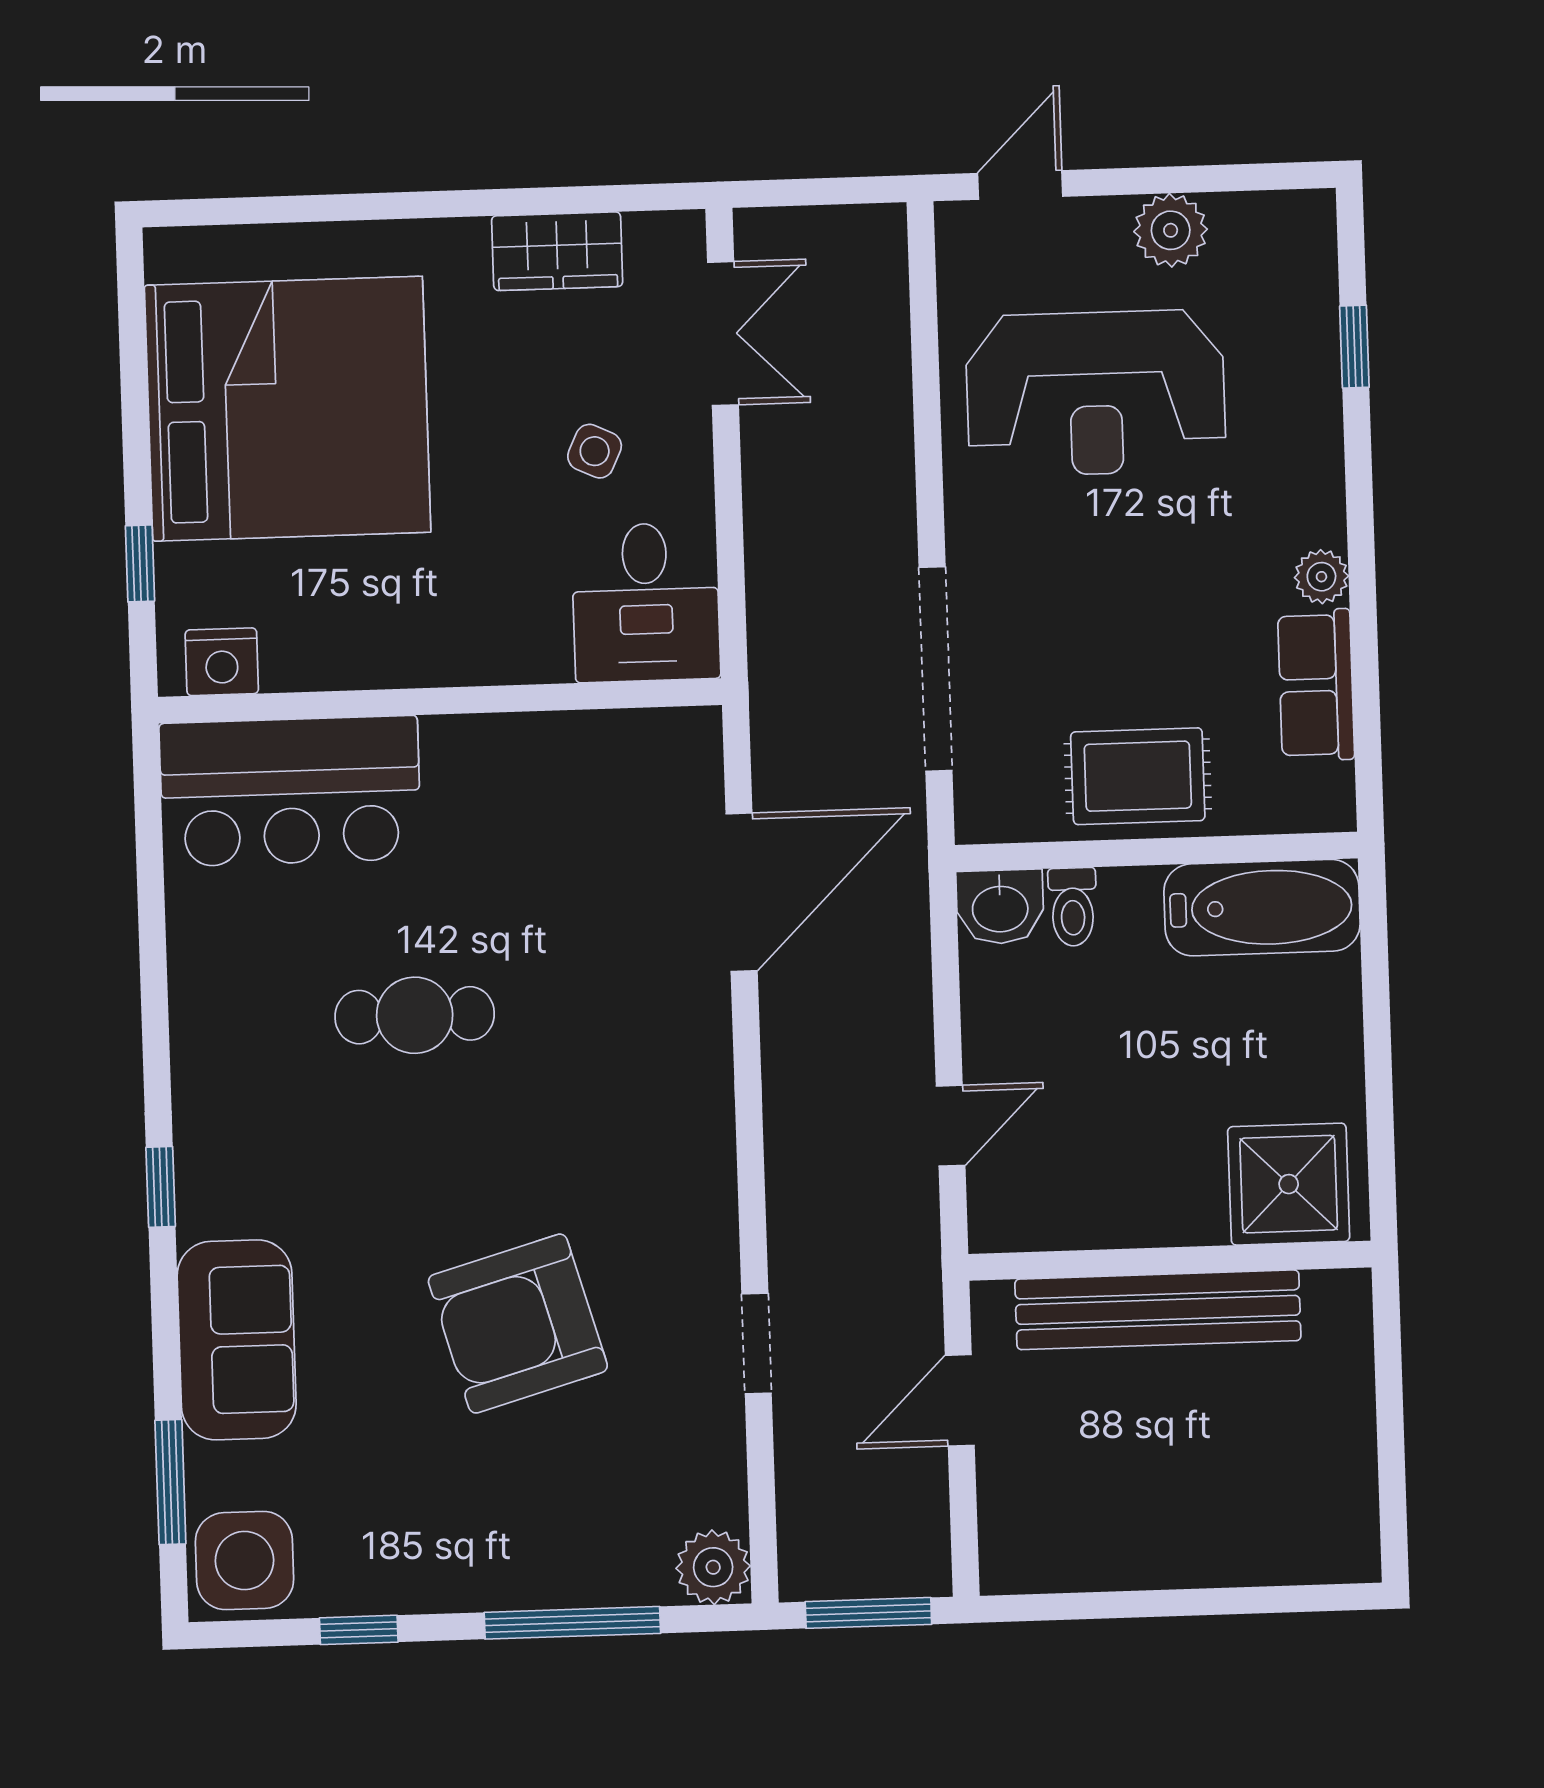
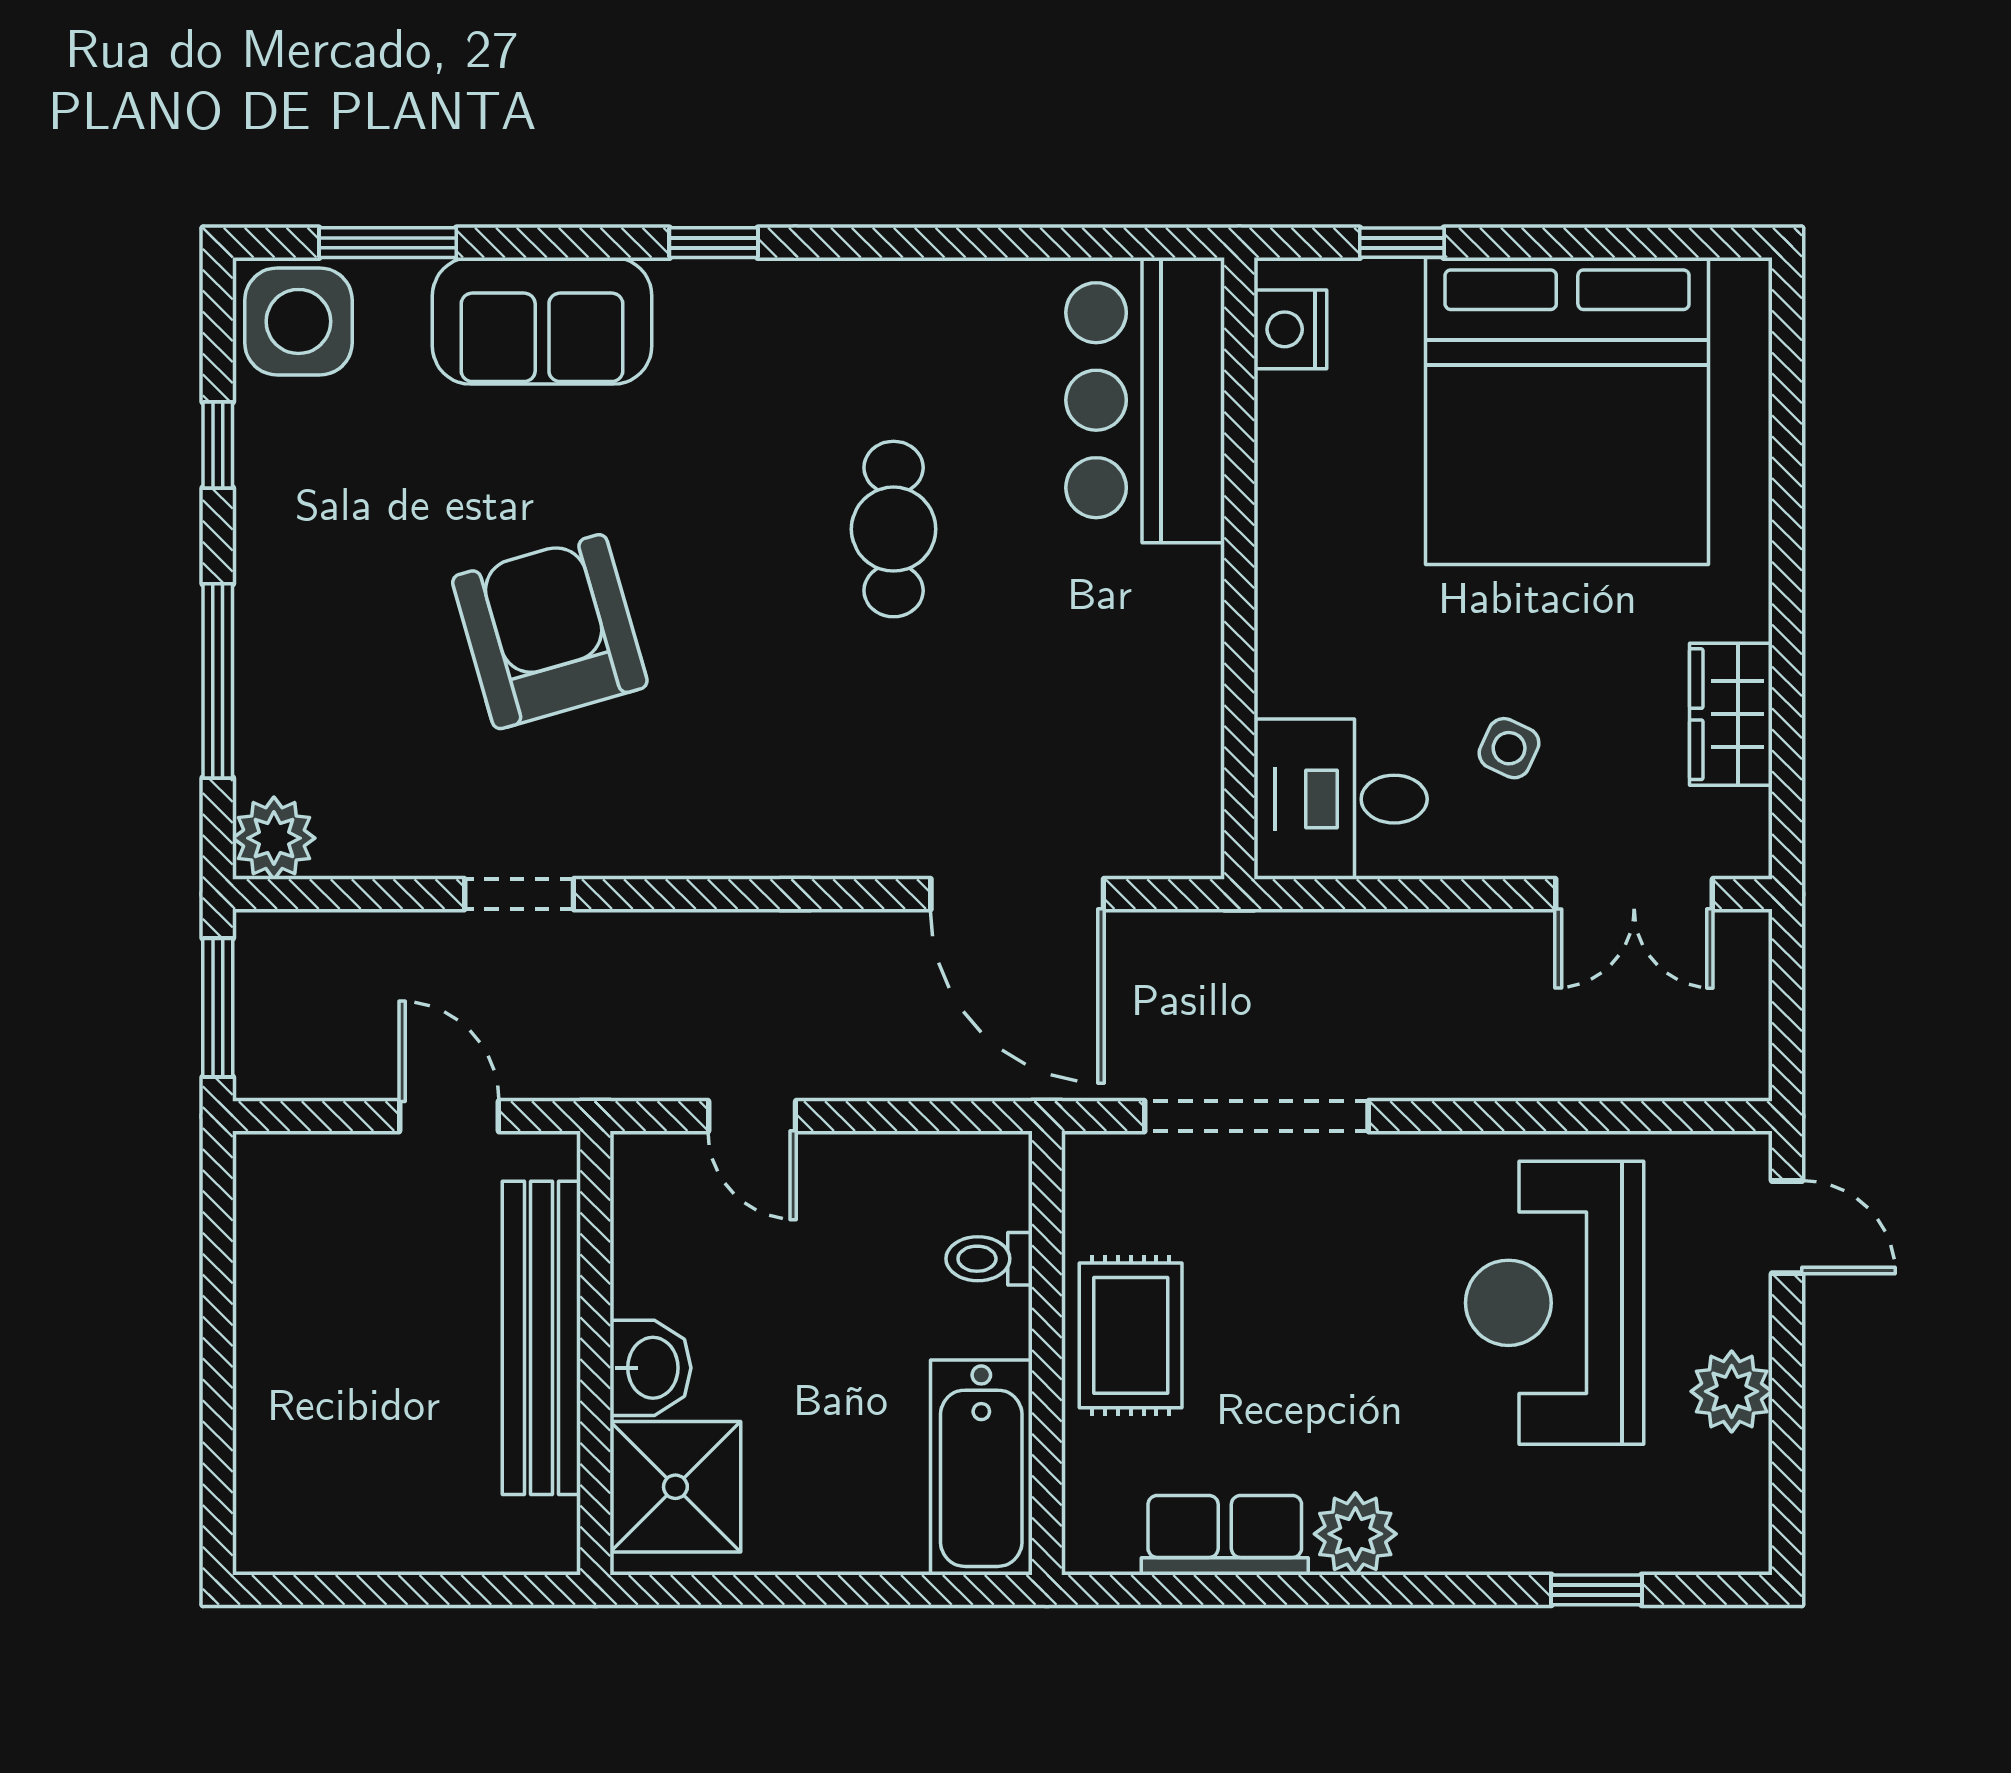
plant: (1321, 577) -> (1355, 1534), width x1.38, depth x1.38
washbasin: (1000, 907) -> (650, 1368), moved, turned 180

